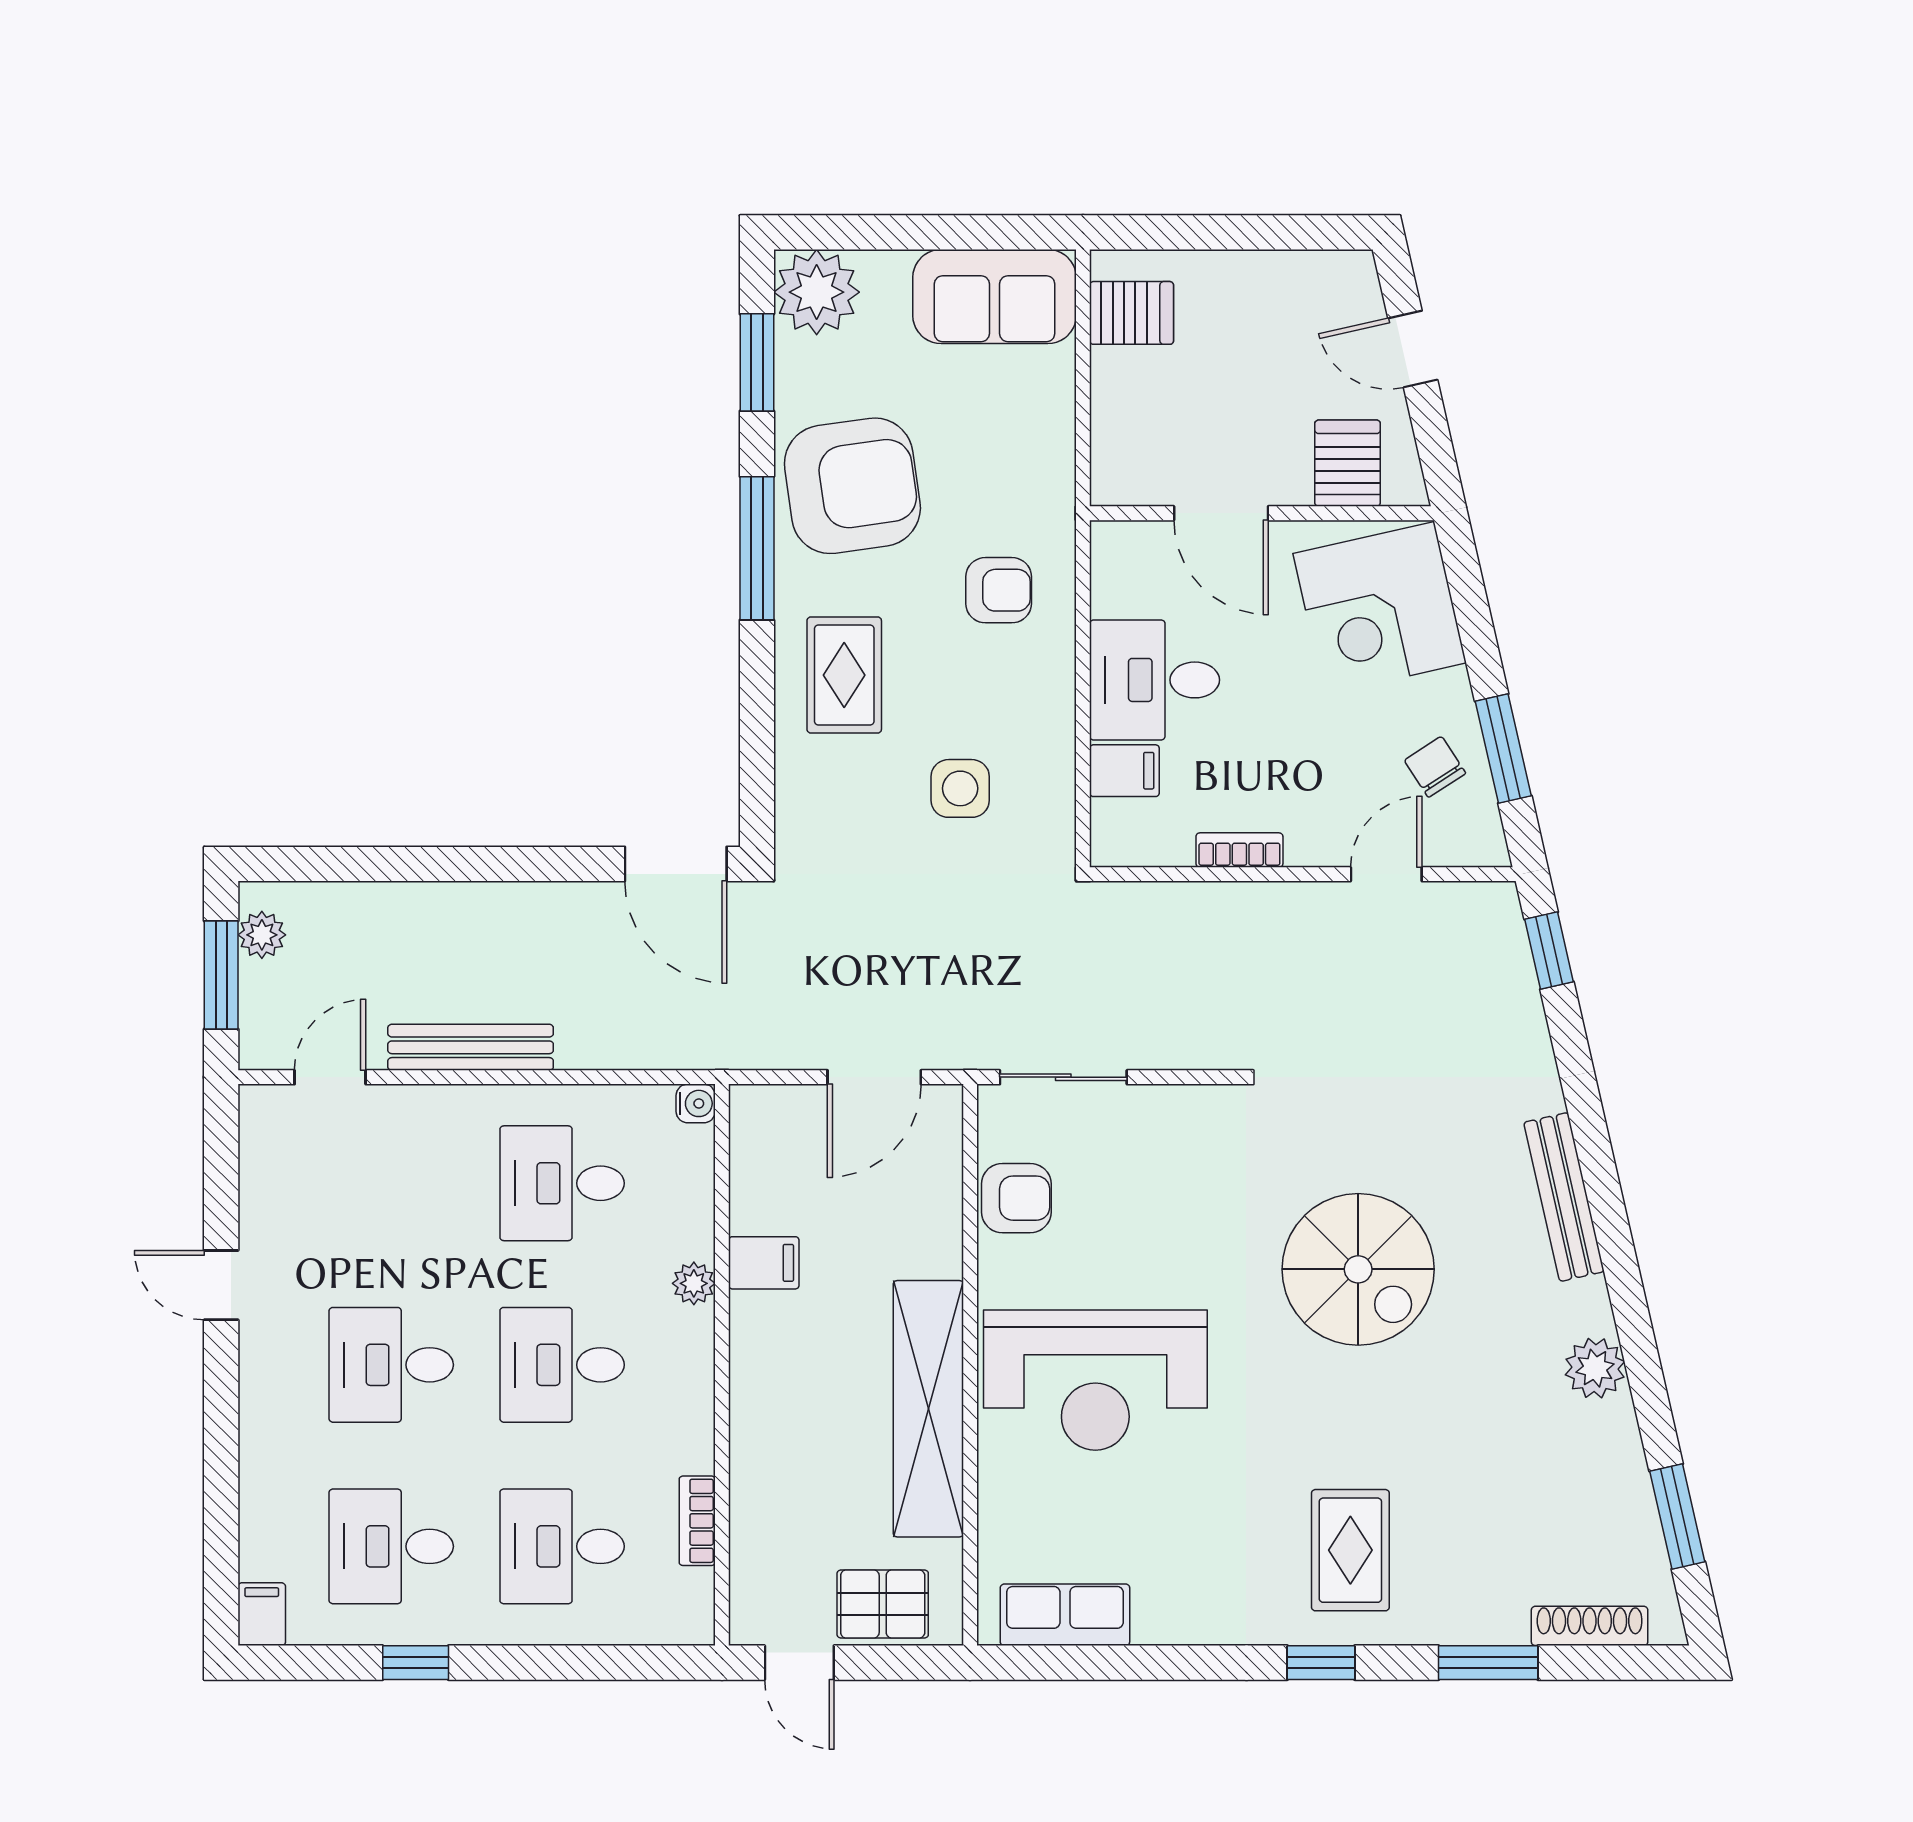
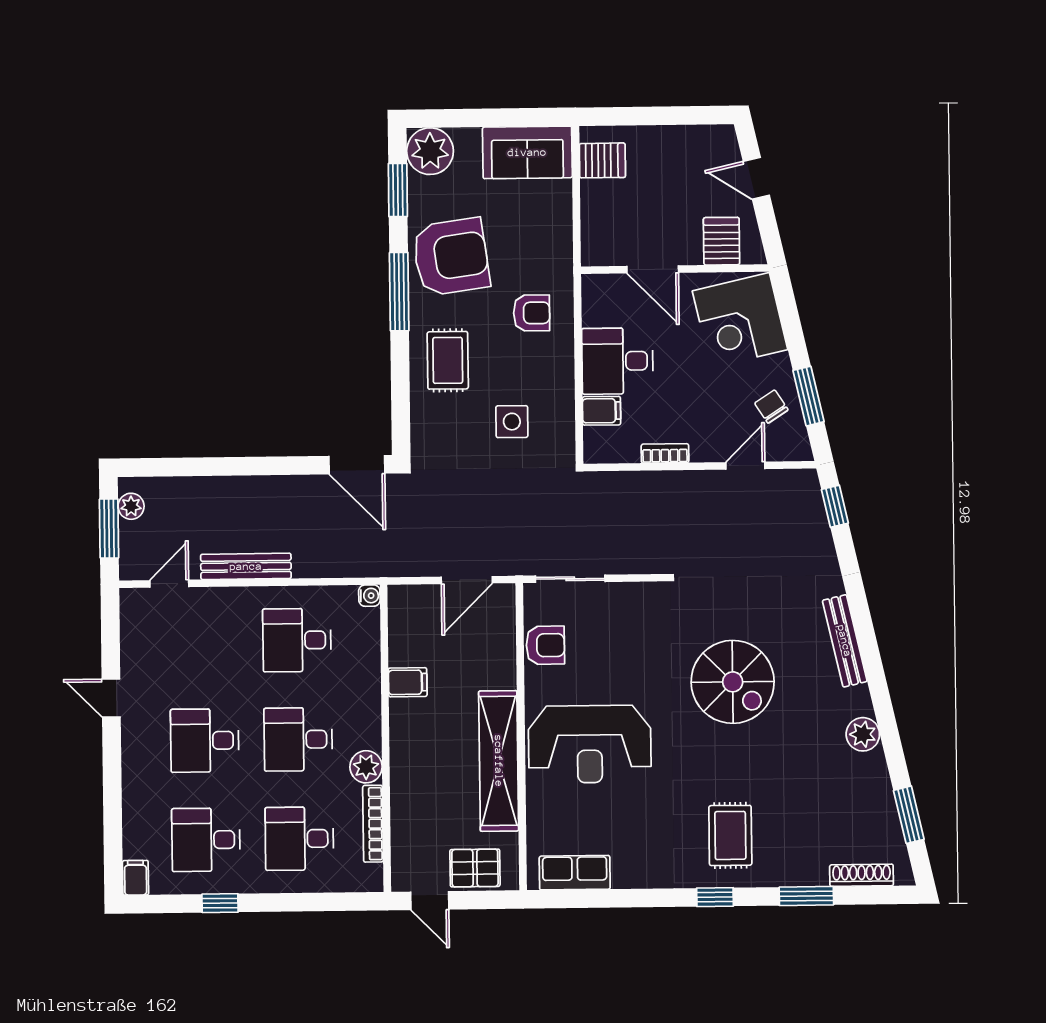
plant: (694, 1283) -> (366, 767), moved, width x1.38, depth x1.38
bookcase: (697, 1521) -> (373, 824), width x1.56

